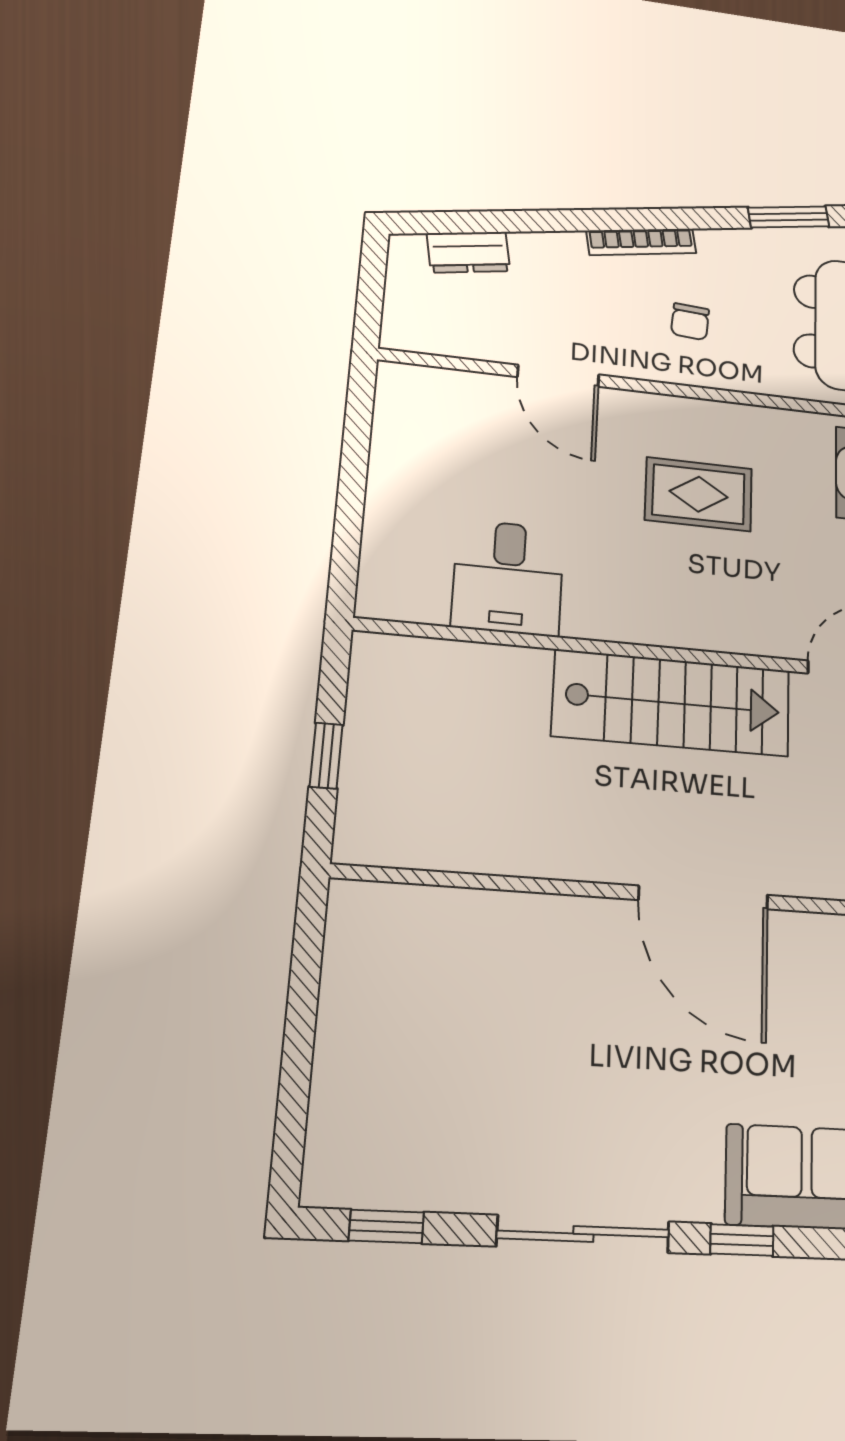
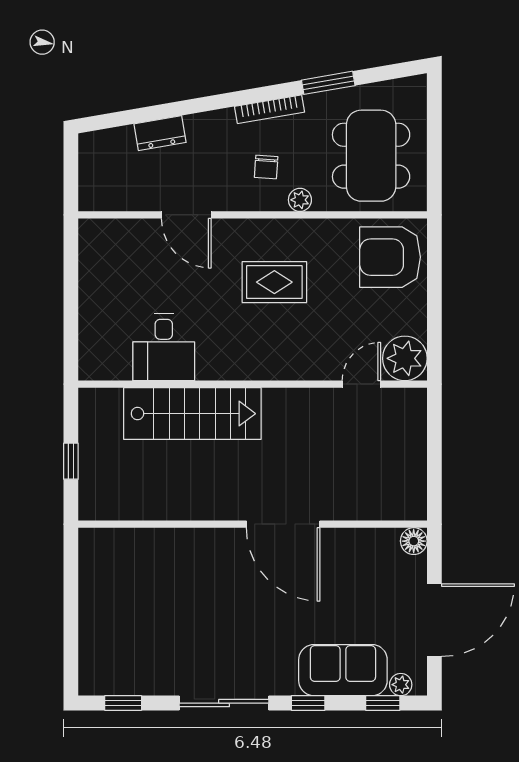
bookcase: (641, 242) -> (270, 109), moved
dresser: (469, 252) -> (160, 133), moved
plant: (742, 376) -> (300, 200), added
stairs: (672, 703) -> (192, 414), moved

